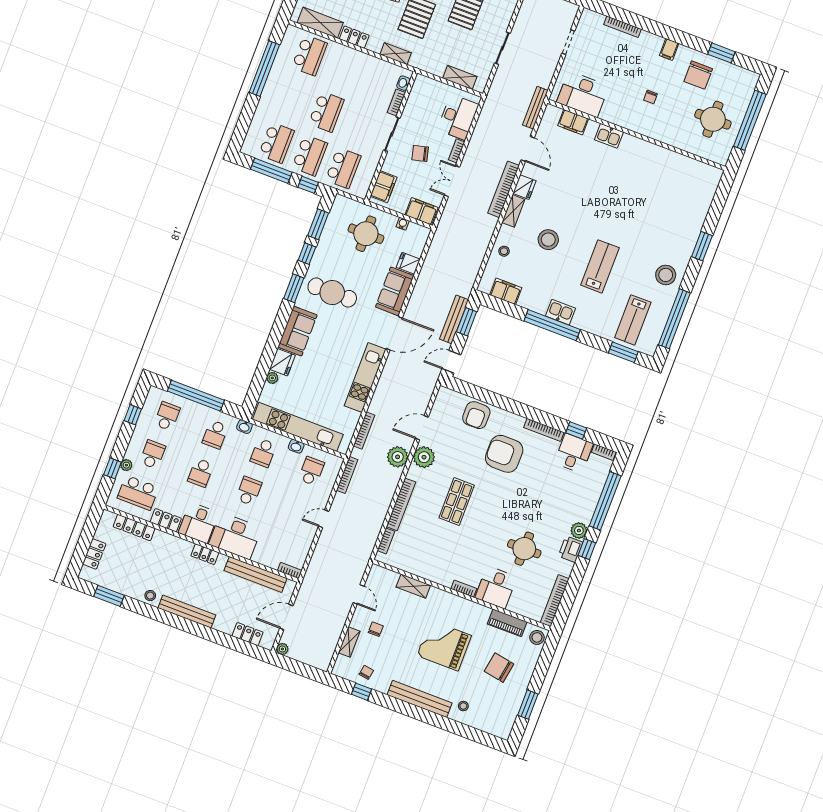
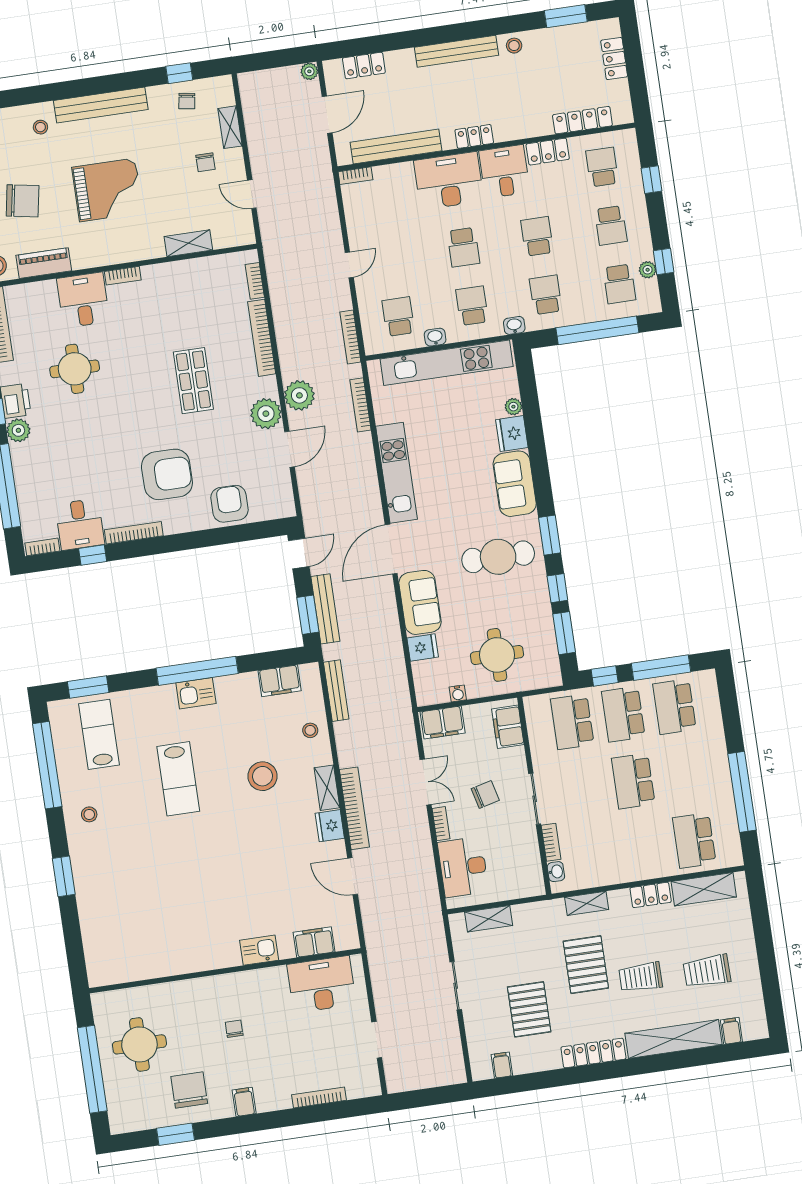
bench: (535, 108) -> (336, 691), moved
stool: (666, 275) -> (89, 814), width x0.53, depth x0.53
plant: (126, 465) -> (648, 270), moved
school desk: (311, 471) -> (398, 317), turned 180
school desk: (138, 493) -> (602, 167), width x0.54

